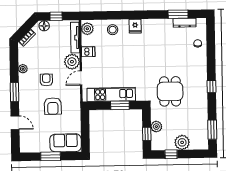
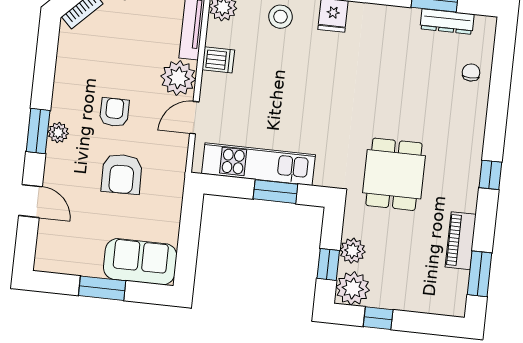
plant: (23, 69) -> (58, 133), moved
piano: (202, 116) -> (461, 241), added
plant: (182, 142) -> (353, 288), moved

